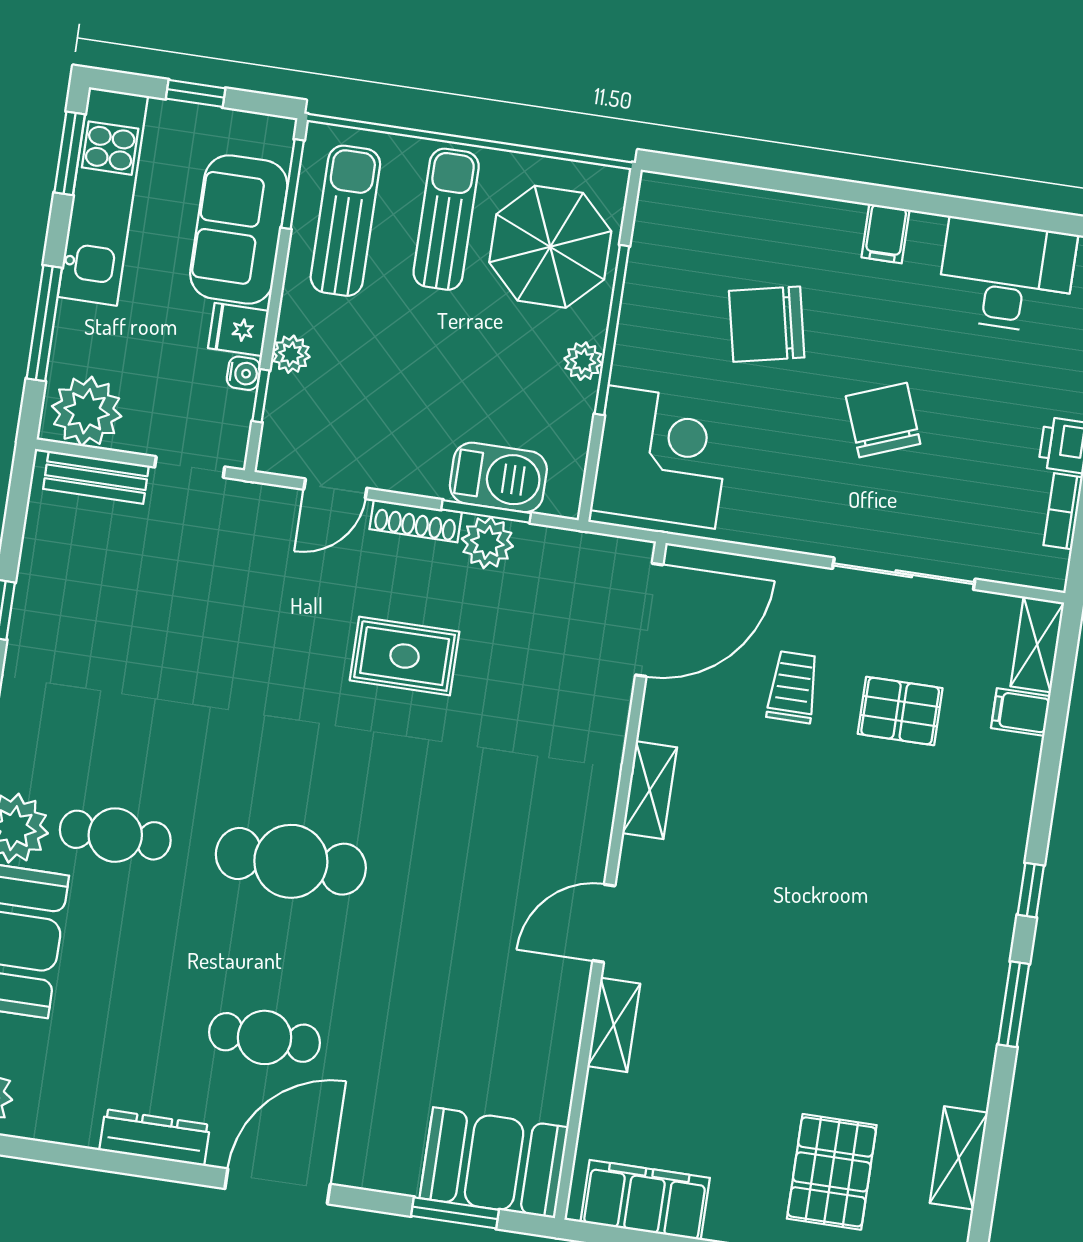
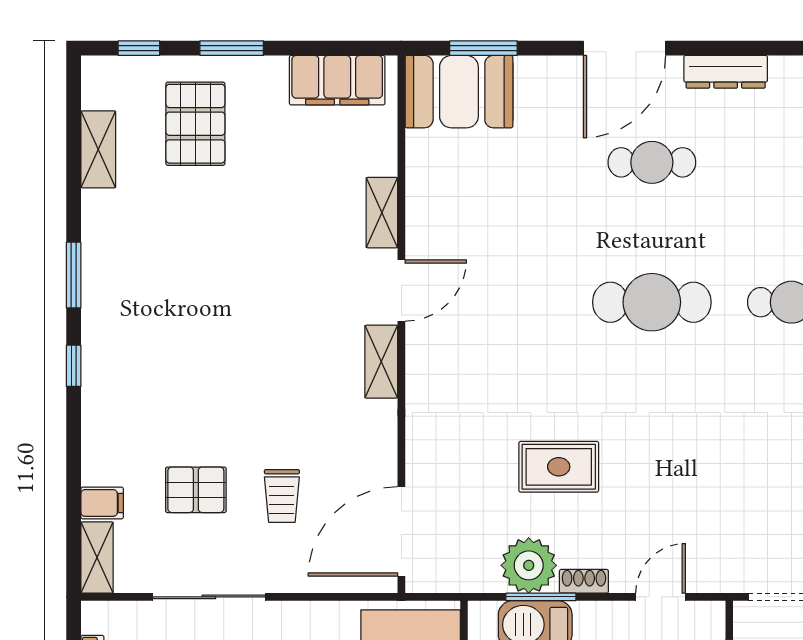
shoe rack: (416, 521) -> (584, 581), width x0.70
plant: (487, 542) -> (529, 565), width x1.36, depth x1.36
rug: (405, 656) -> (559, 467), moved
shelving: (650, 790) -> (381, 362), moved

